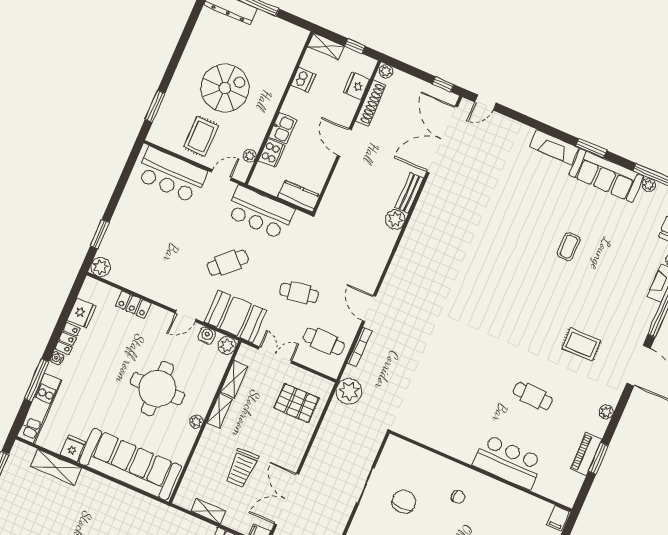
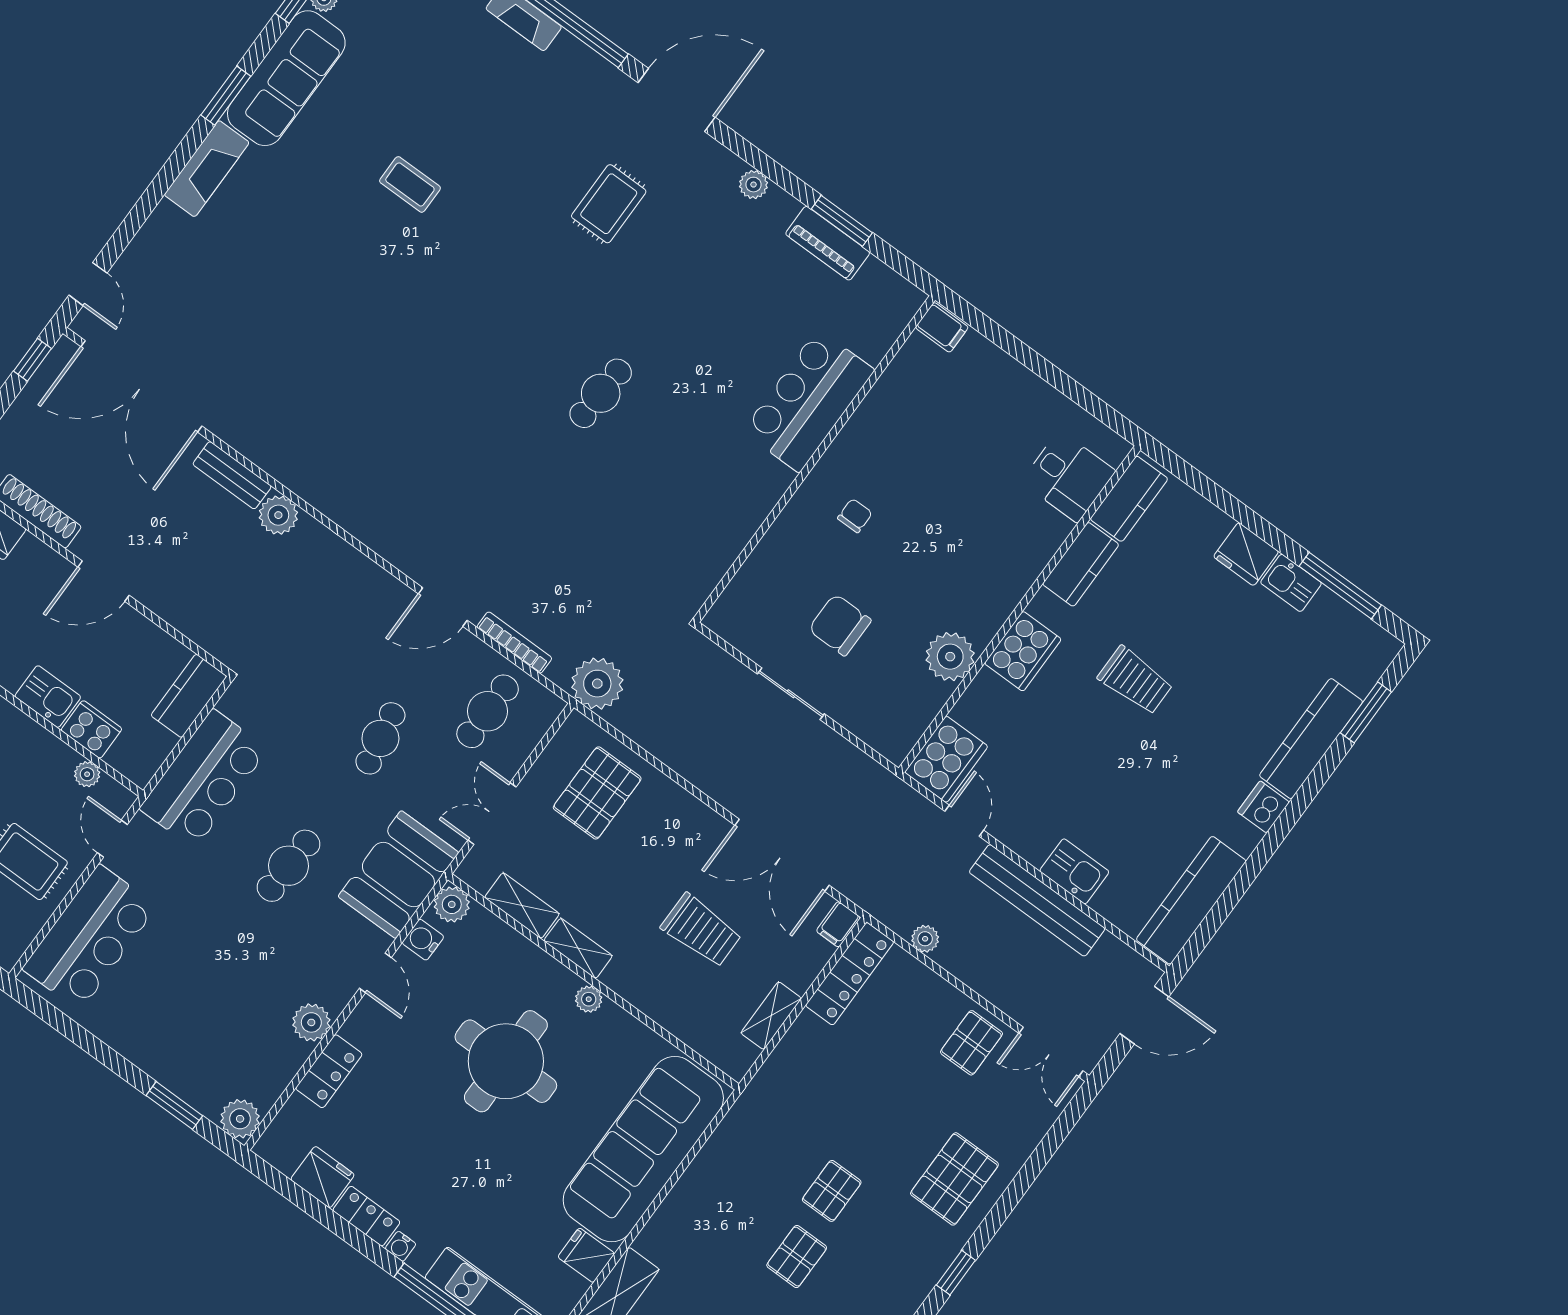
cafe table: (228, 263) -> (289, 866), turned 46
plant: (155, 291) -> (311, 1022), added
cafe table: (533, 396) -> (601, 393), moved

